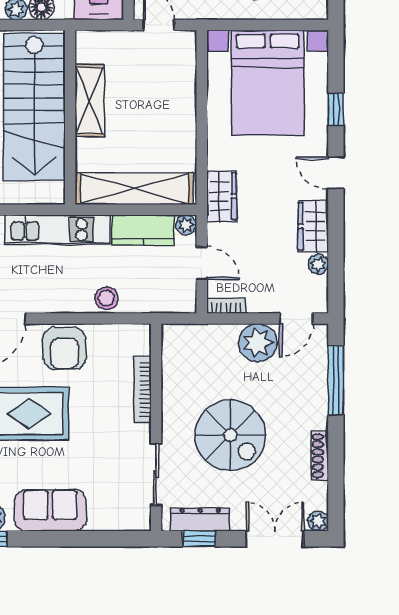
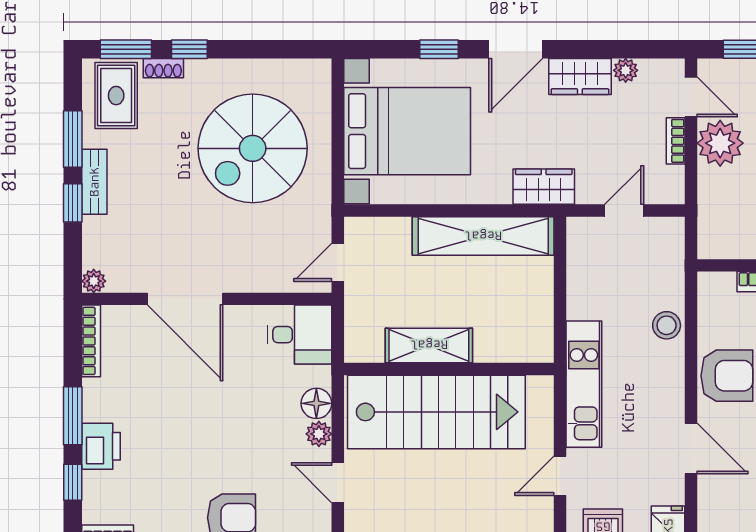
door: (336, 173) -> (516, 49), width x1.38
shelving: (134, 189) -> (483, 236), moved, turned 90
plant: (186, 225) -> (578, 230), removed
kitchen counter: (143, 230) -> (585, 281), removed
bookcase: (226, 306) -> (676, 141), moved

